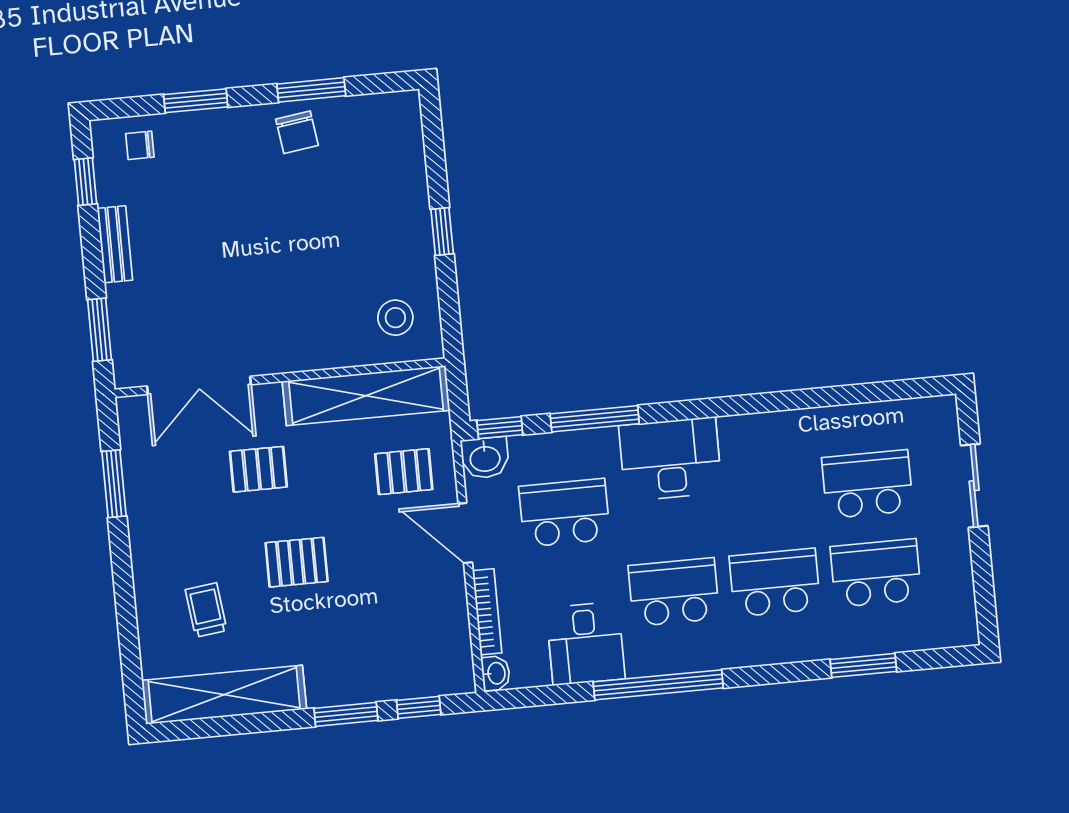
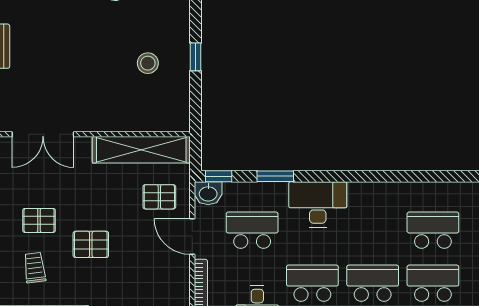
stool: (395, 318) -> (148, 63), moved
window: (595, 419) -> (275, 176), width x0.69
pallet: (258, 469) -> (39, 220), moved

